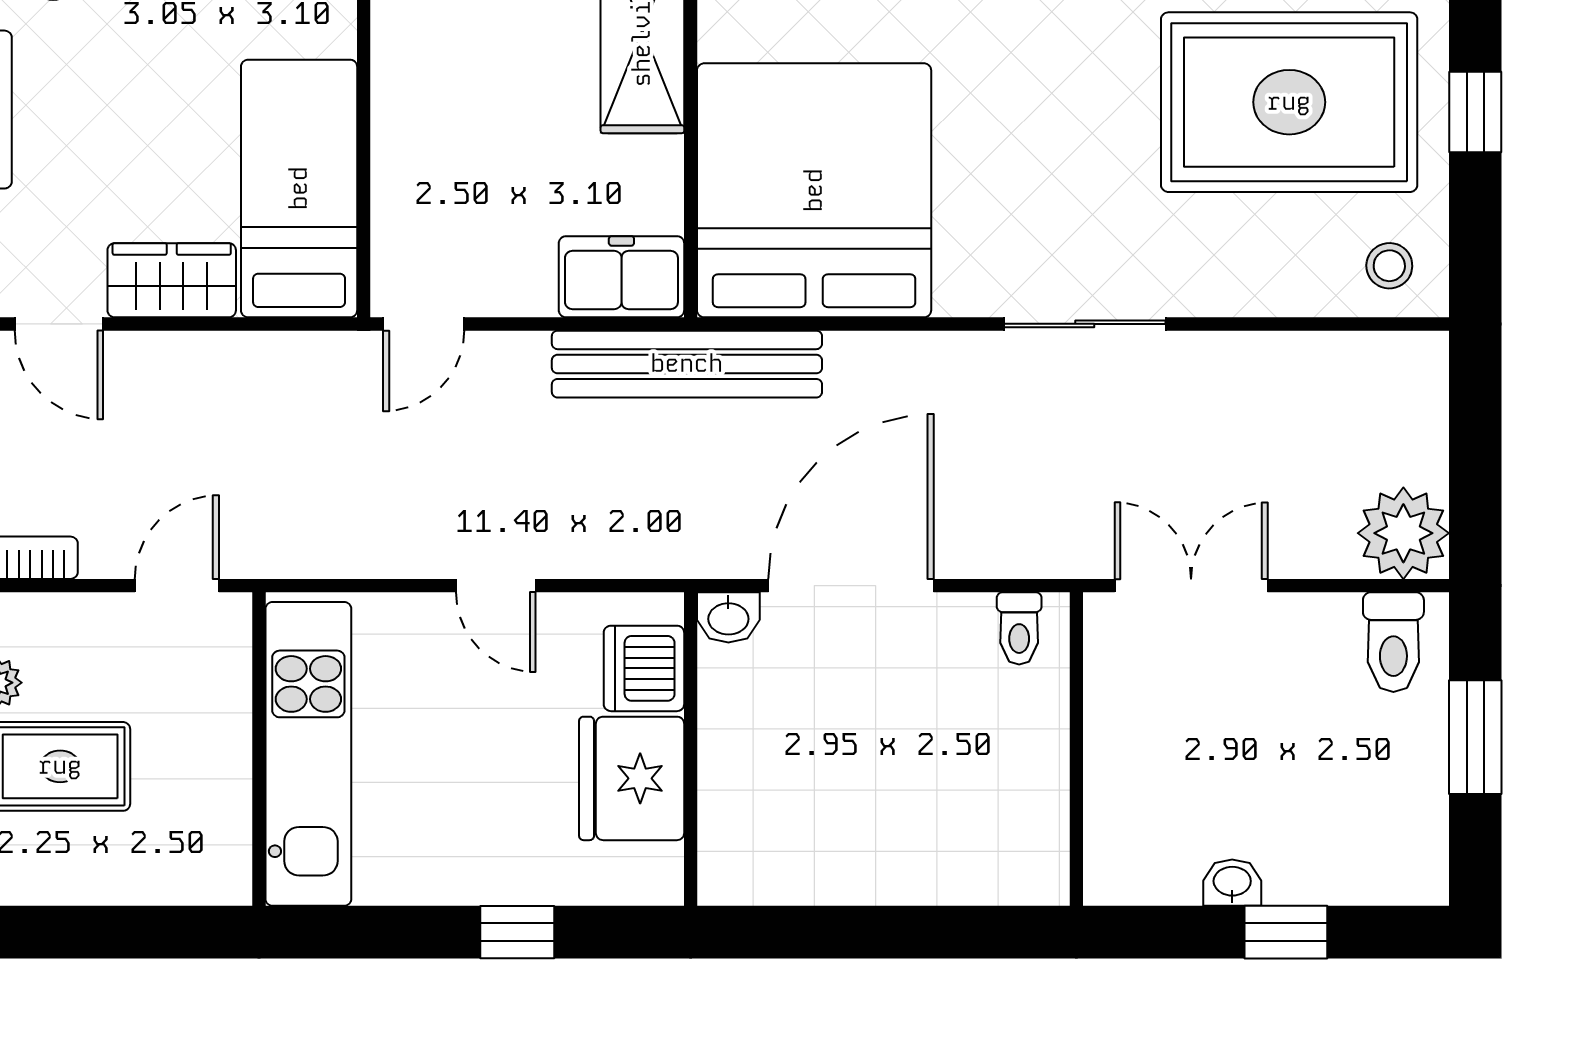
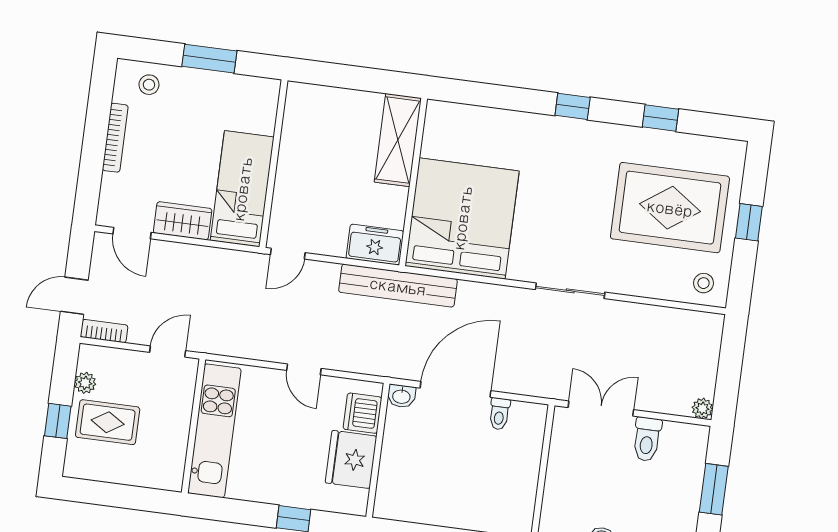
plant: (1403, 533) -> (702, 408), width x0.53, depth x0.53
toilet: (1019, 628) -> (499, 414), moved
toilet: (1393, 642) -> (647, 439), moved

